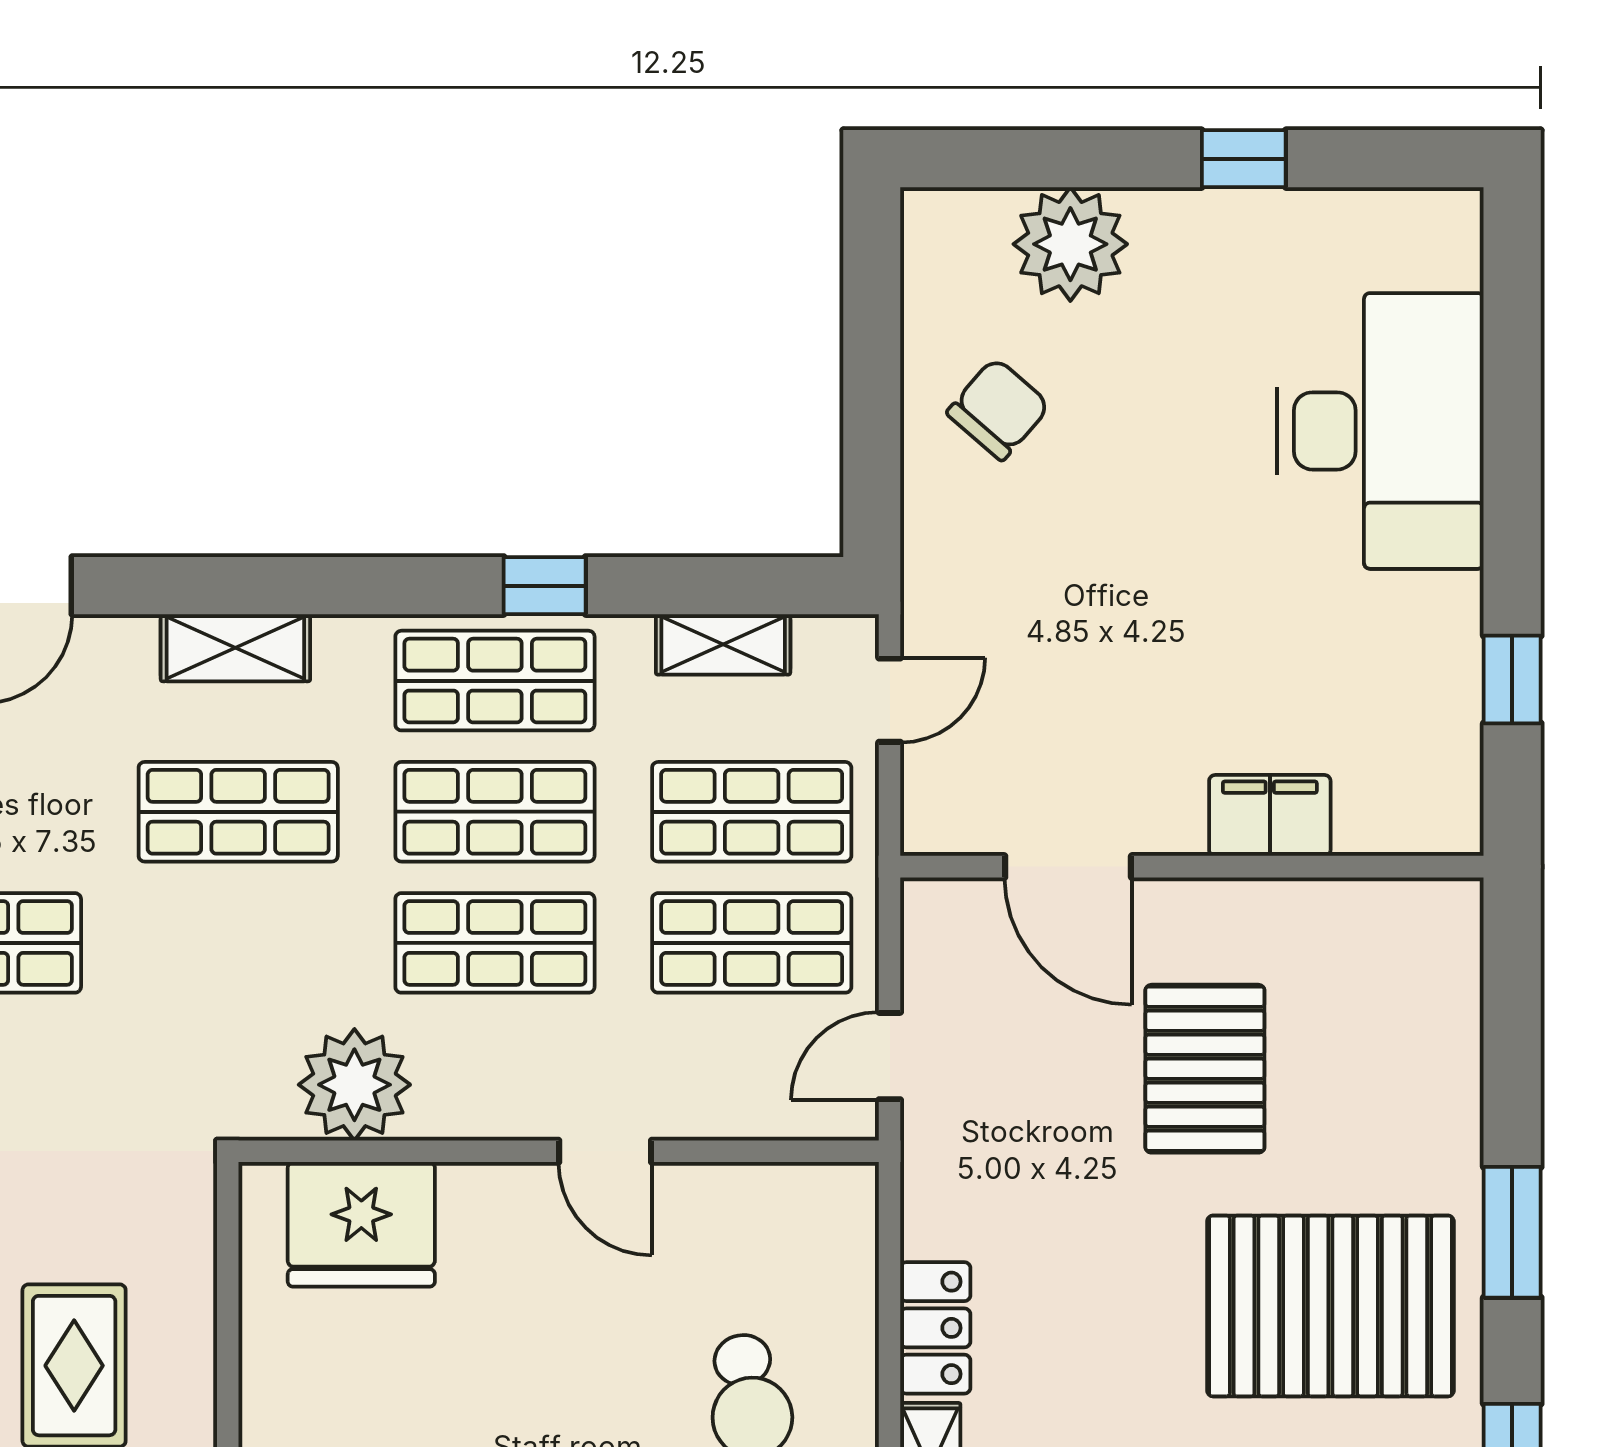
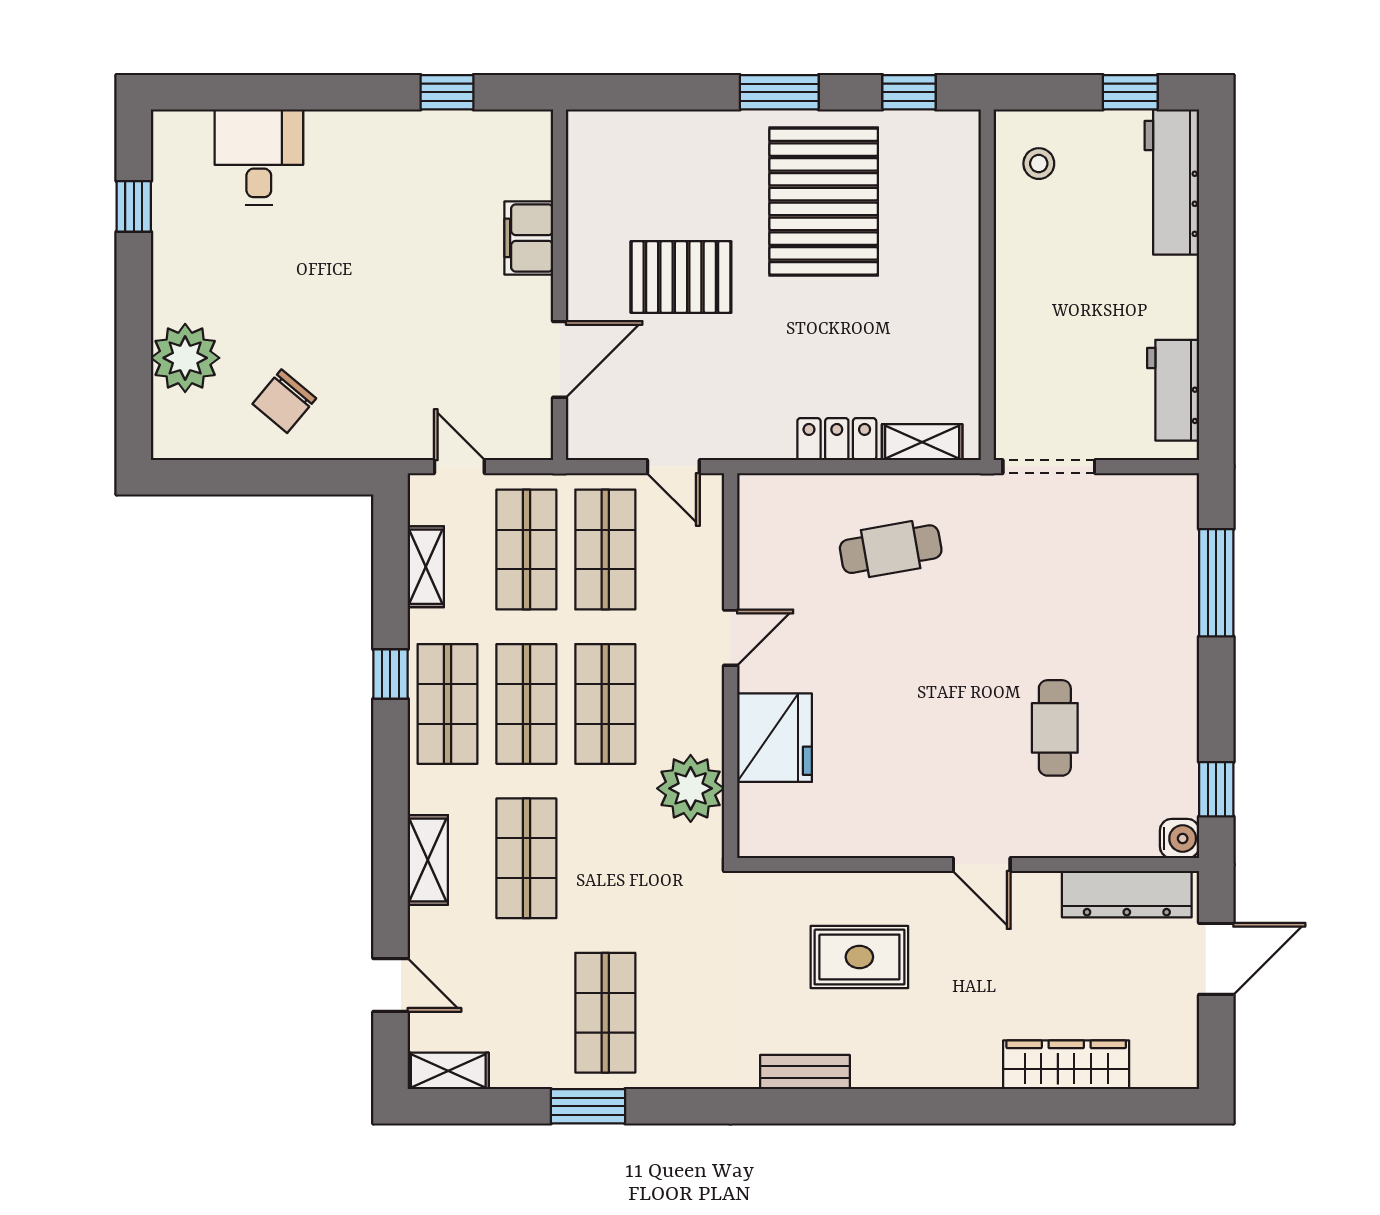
window: (1244, 159) -> (134, 206), moved
chair: (998, 409) -> (284, 401), turned -91
desk: (1380, 431) -> (259, 157), width x0.53, depth x0.77
fridge: (361, 1224) -> (774, 738), moved

